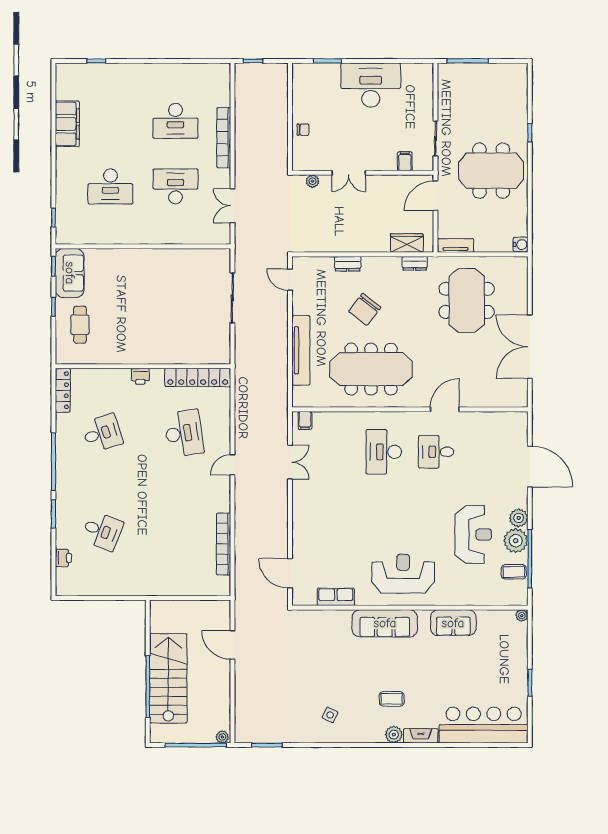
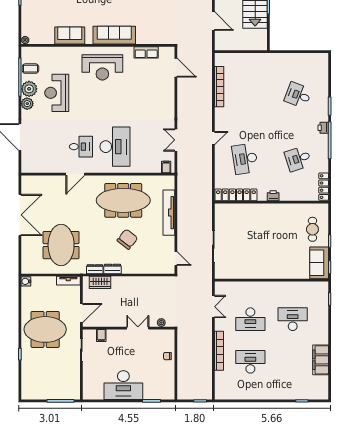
dresser: (348, 264) -> (112, 269), moved
desk: (384, 452) -> (115, 147), width x1.36, depth x1.30
printer: (63, 558) -> (323, 128), moved

